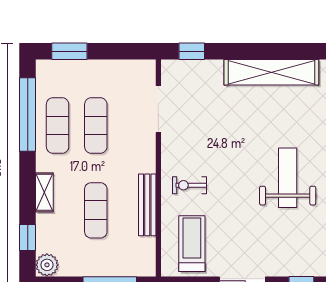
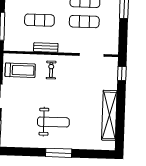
bench: (147, 205) -> (46, 47), width x0.73

